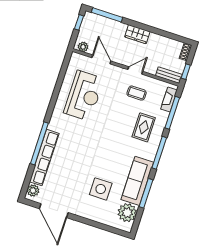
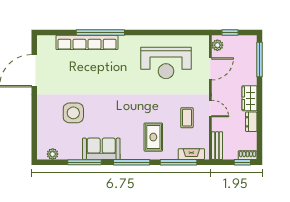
window: (79, 22) -> (230, 32), moved
dresser: (158, 39) -> (251, 122), added
window: (186, 72) -> (242, 162), moved
rug: (144, 127) -> (153, 137), turned 90
sofa: (137, 181) -> (101, 149), width x0.73
plant: (33, 190) -> (48, 42), removed
plant: (127, 213) -> (53, 154), width x0.53, depth x0.53

